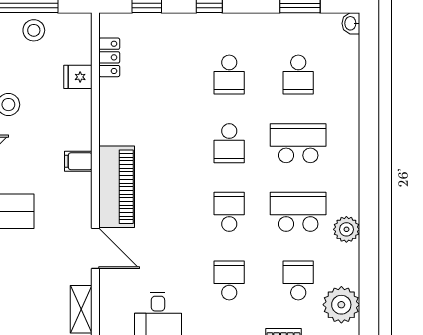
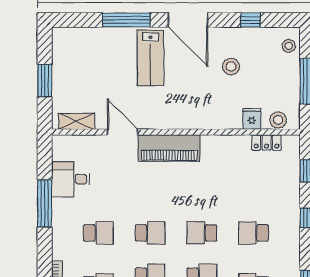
stool: (34, 30) -> (278, 120), moved
filing cabinet: (78, 161) -> (188, 119), removed
door: (95, 248) -> (122, 132), swing flipped

